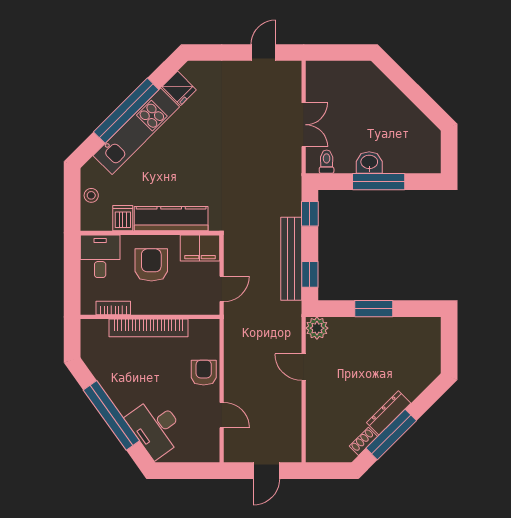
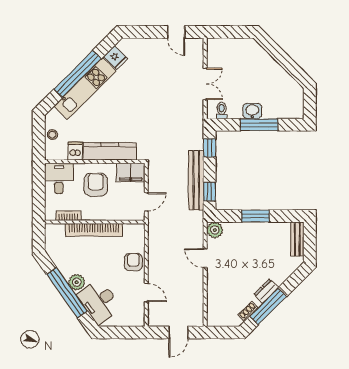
door: (263, 52) -> (176, 32), swing flipped
bench: (432, 341) -> (297, 239), added
plant: (125, 401) -> (77, 282), added
dresser: (389, 413) -> (266, 291), width x0.70

